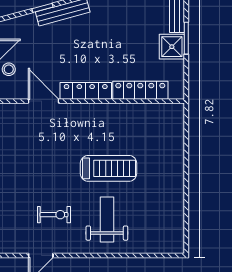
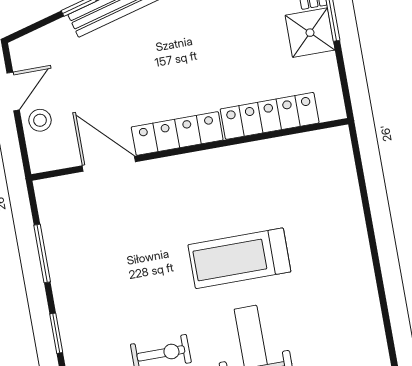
treadmill: (109, 168) -> (239, 258), turned 180

